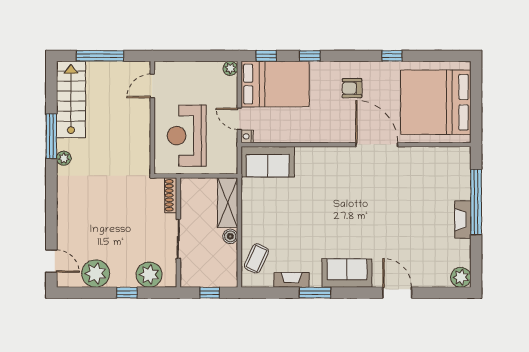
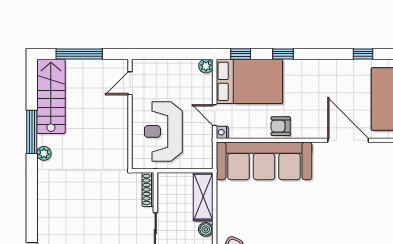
armchair: (352, 88) -> (281, 126), moved
sofa: (268, 162) -> (264, 161), width x1.85, depth x1.27

